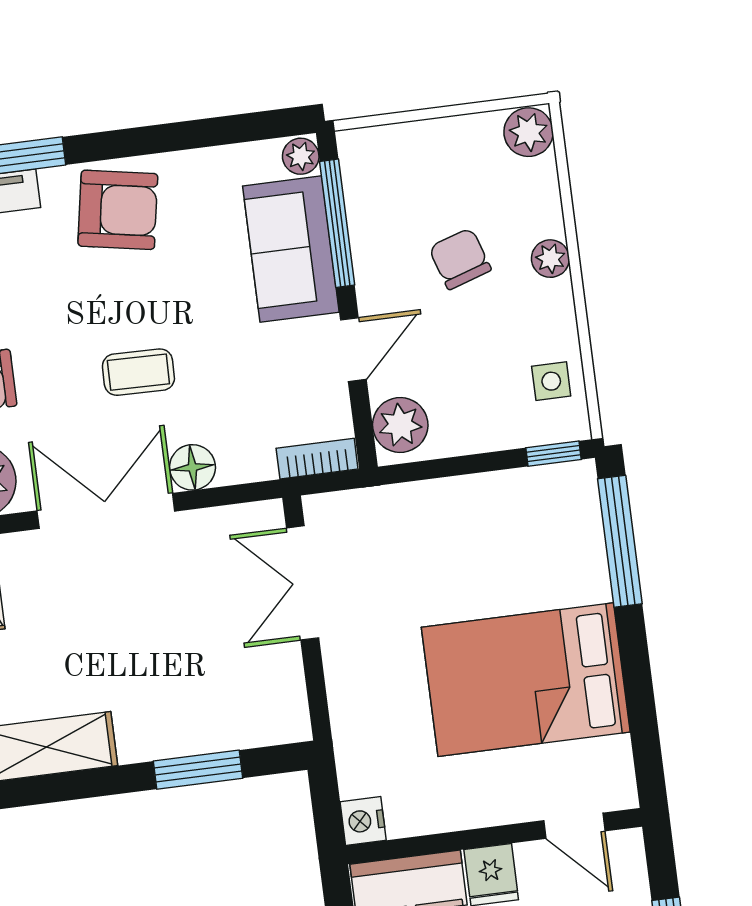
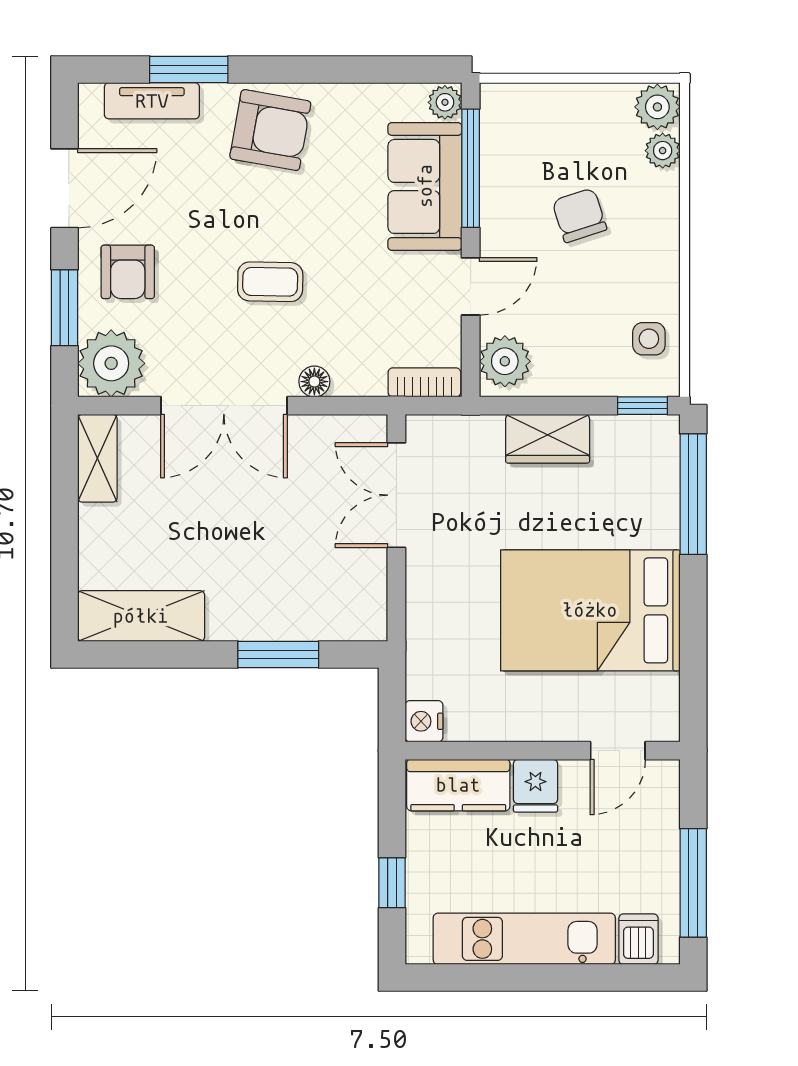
plant: (550, 259) -> (663, 151), moved
floor lamp: (192, 467) -> (314, 382), width x0.73, depth x0.73
wardrobe: (457, 502) -> (548, 439), added
double door: (106, 511) -> (224, 406), swing flipped
door: (574, 826) -> (618, 751), hinge flipped

